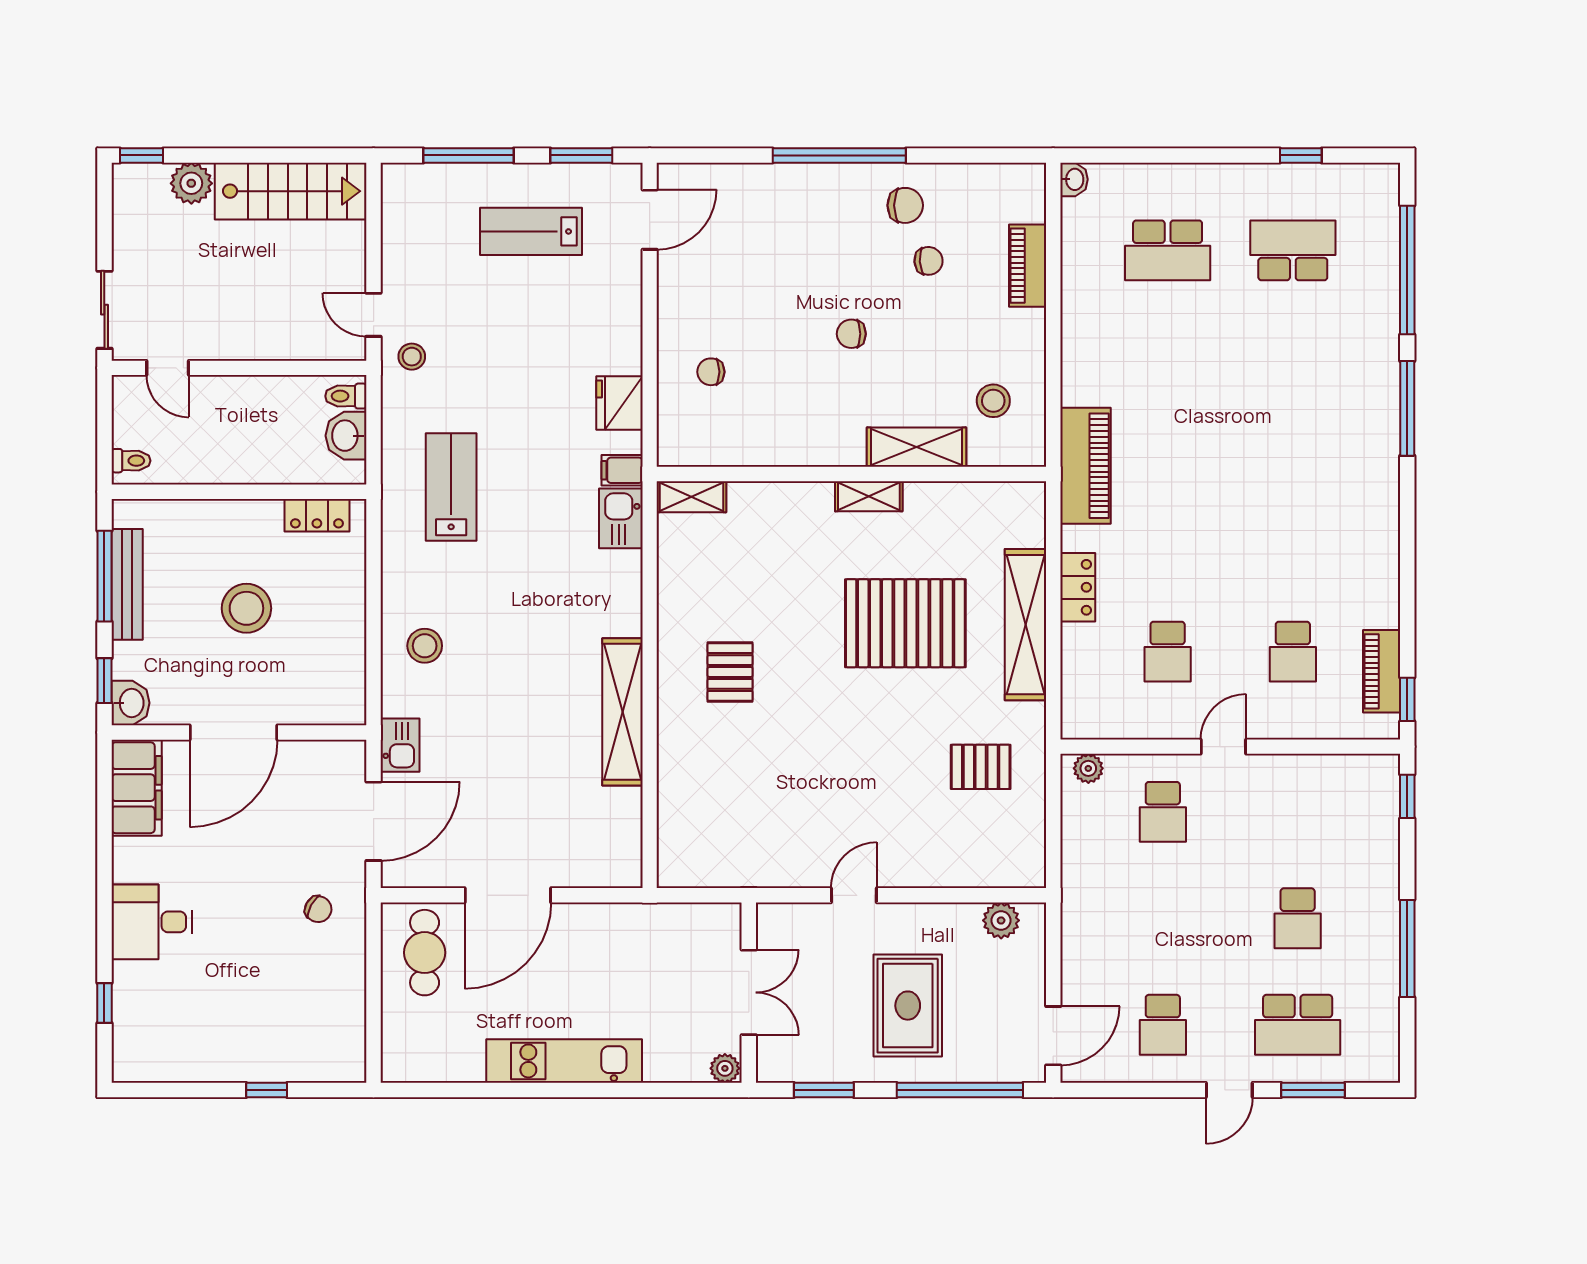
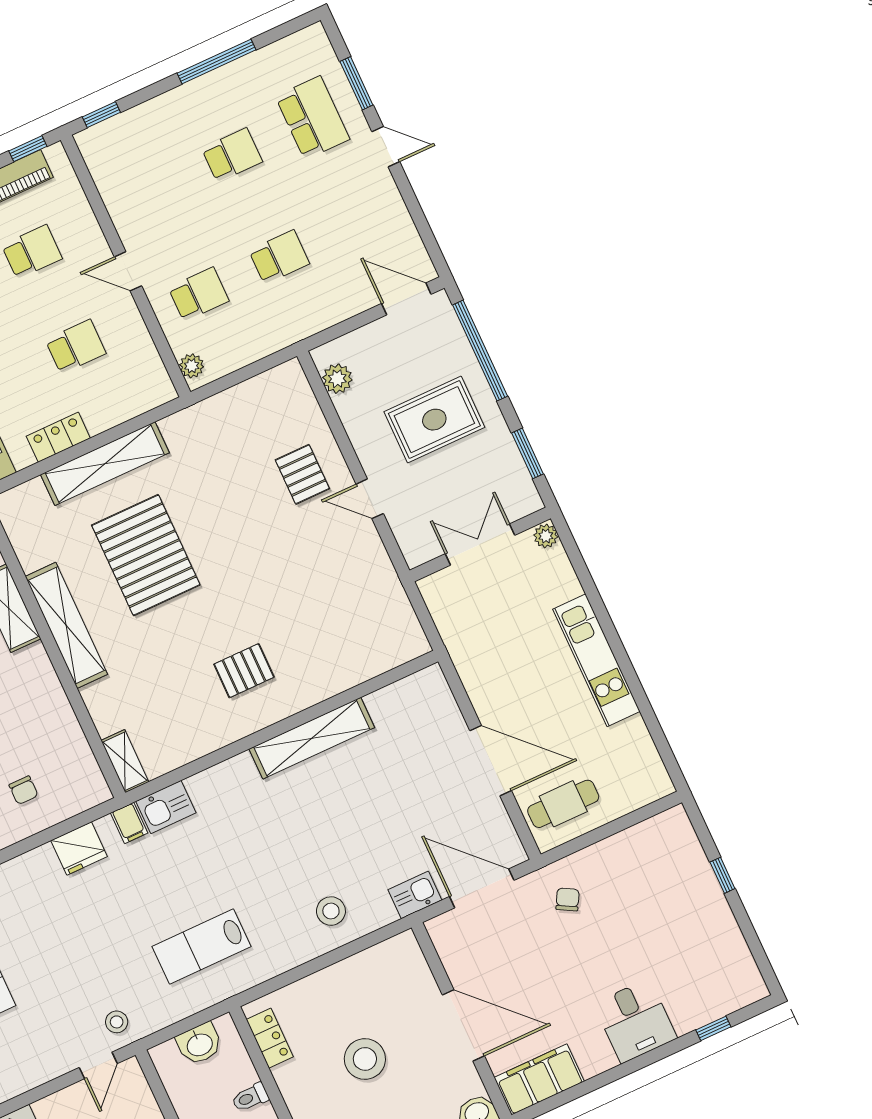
toilet: (346, 396) -> (250, 1097), moved, turned 90
shelving: (869, 496) -> (66, 625), width x2.20, depth x1.33
pallet: (981, 767) -> (302, 474), moved
school desk: (1163, 1025) -> (279, 257), moved

